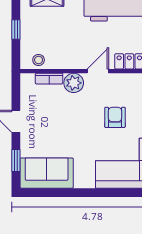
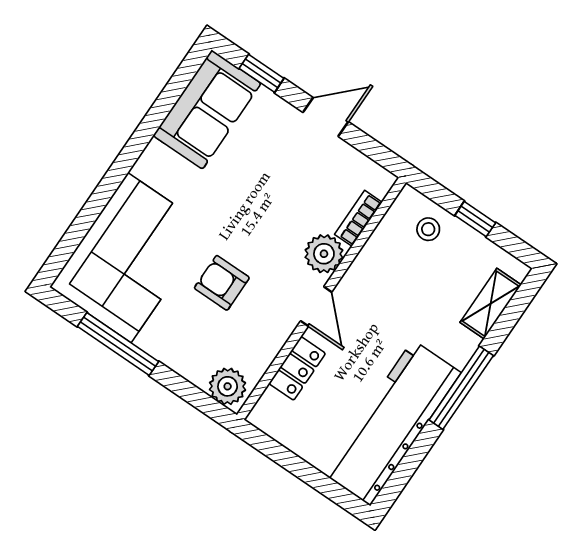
stool: (39, 60) -> (428, 229), moved
armchair: (115, 117) -> (222, 283), turned 180

